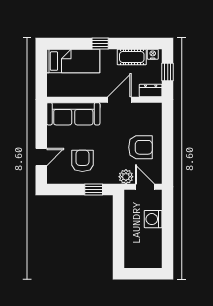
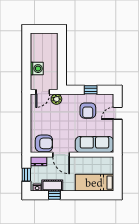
window: (100, 44) -> (54, 195), moved
door: (119, 100) -> (61, 155), hinge flipped
armchair: (141, 147) -> (44, 143), moved, turned 180
door: (145, 187) -> (43, 92), hinge flipped
window: (94, 190) -> (91, 90), moved

